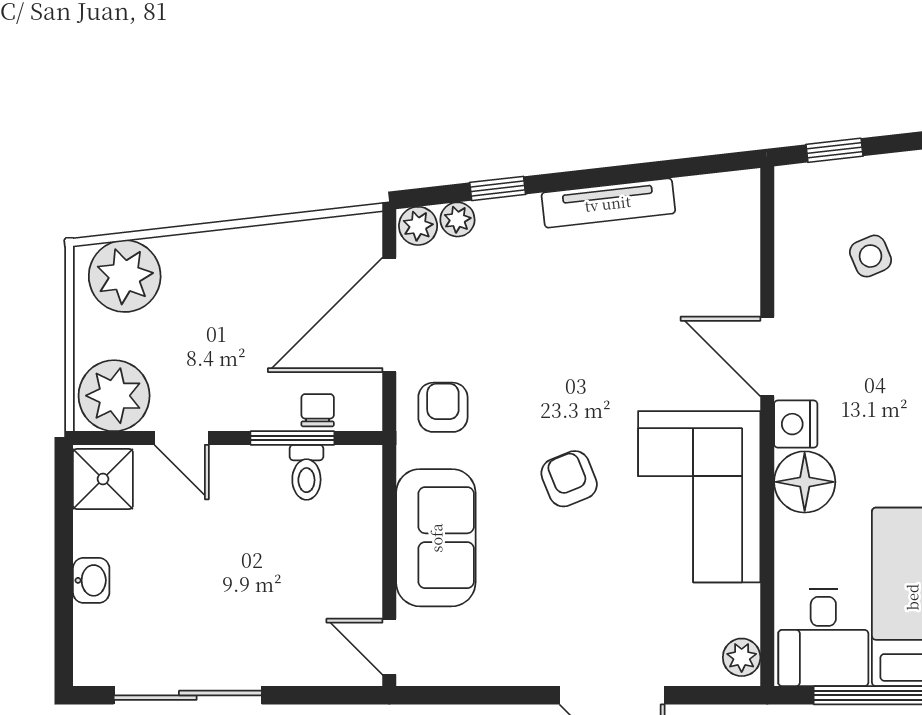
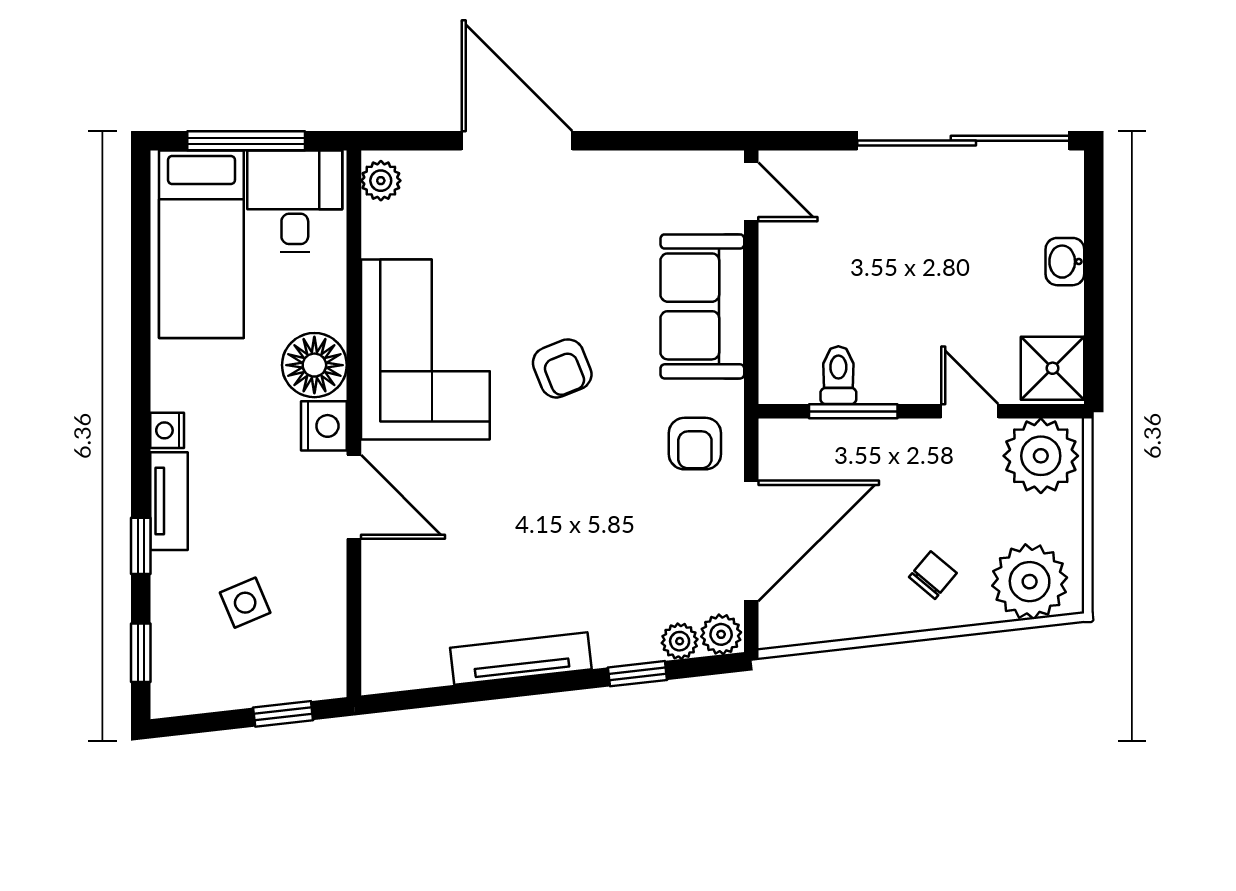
chair: (318, 410) -> (933, 575), moved, turned -140
sliding door: (188, 695) -> (963, 141), width x1.36

